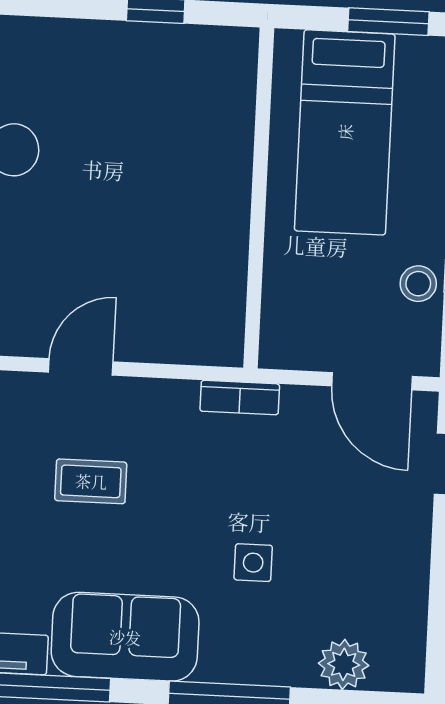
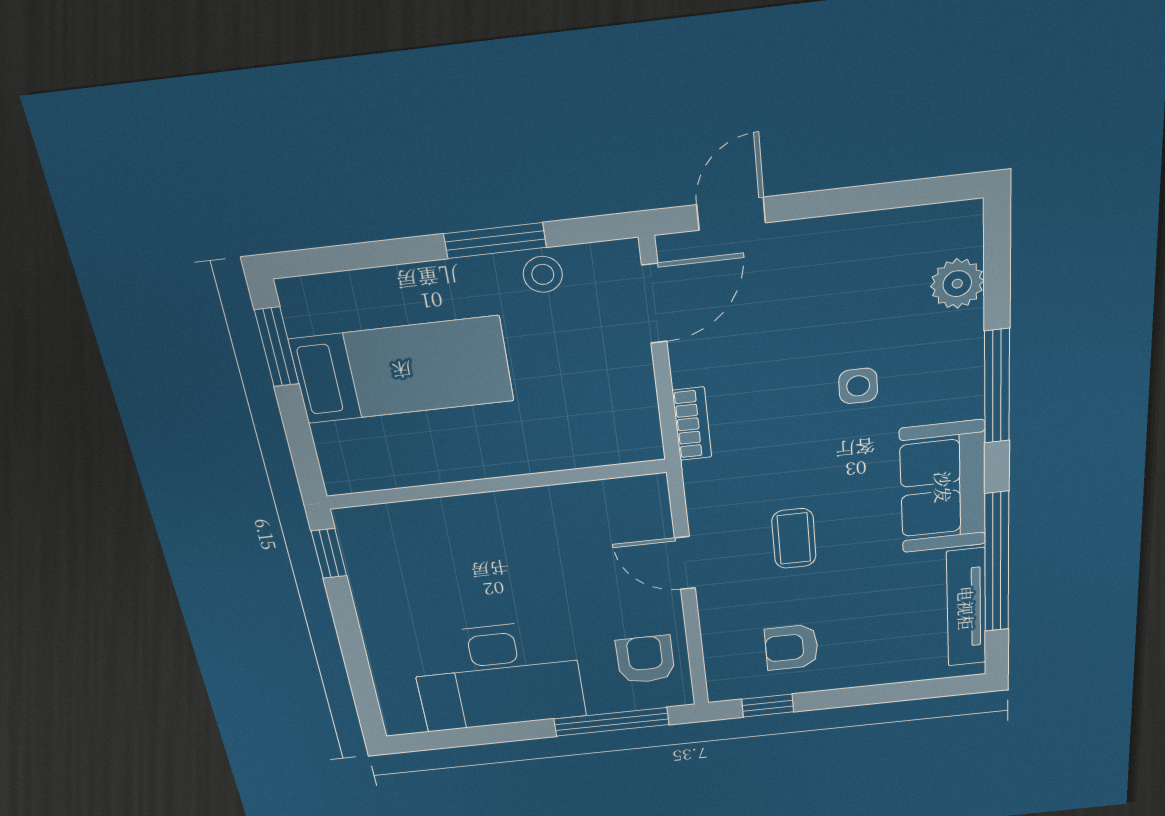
wall: (259, 198) -> (497, 484), moved

